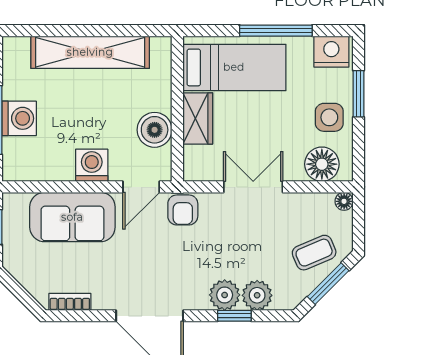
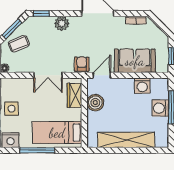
wardrobe: (198, 118) -> (75, 95), moved
floor lamp: (322, 164) -> (15, 86), removed
washing machine: (92, 165) -> (142, 86), moved
plant: (257, 295) -> (46, 23), removed
window: (234, 316) -> (41, 13), moved

